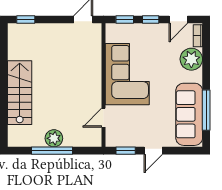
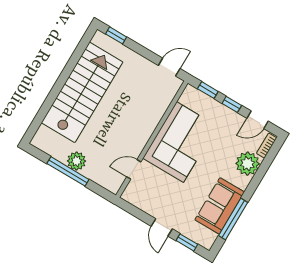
stairs: (20, 93) -> (82, 92), width x1.36, depth x1.51
sofa: (189, 114) -> (220, 206), width x0.73
window: (126, 151) -> (187, 242), moved
door: (153, 151) -> (162, 227), hinge flipped

